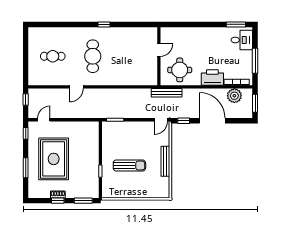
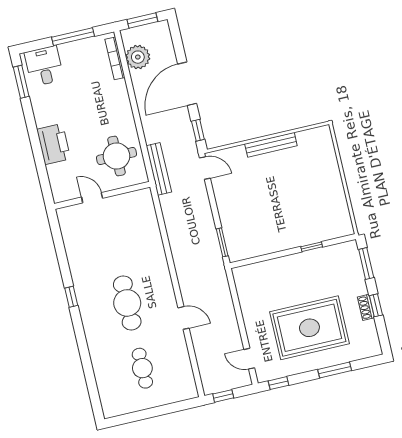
cafe table: (93, 56) -> (127, 303), turned 90
printer: (212, 78) -> (54, 144), moved, turned 180
sun lounger: (129, 165) -> (291, 202), removed

